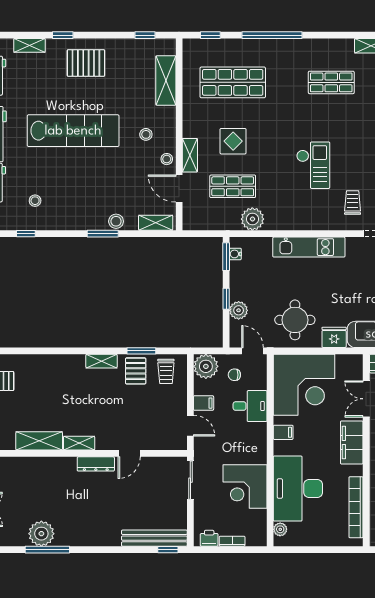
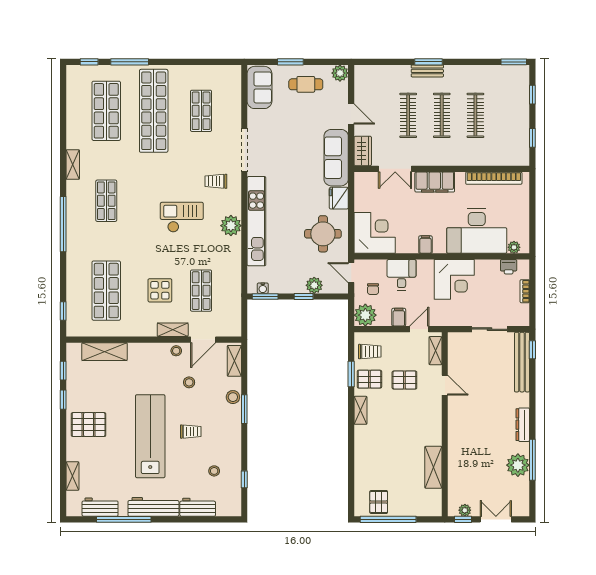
window: (63, 35) -> (63, 400), moved
window: (272, 35) -> (63, 224), moved
pallet: (86, 63) -> (89, 425), turned 90
stool: (146, 134) -> (189, 382), moved
trolley: (78, 175) -> (191, 432), added
plant: (252, 219) -> (231, 226), moved
kitchen unit: (309, 247) -> (256, 221), width x1.36
door: (253, 351) -> (351, 273), hinge flipped
corner desk: (304, 385) -> (375, 233), width x0.74, depth x0.74
pallet: (135, 409) -> (404, 380), added
shelving: (79, 443) -> (435, 351), moved
dresser: (96, 464) -> (523, 425), moved, turned 180
sliding door: (190, 480) -> (489, 329), moved
corner desk: (245, 487) -> (454, 279), moved
printer: (209, 538) -> (509, 267), moved, turned -90

